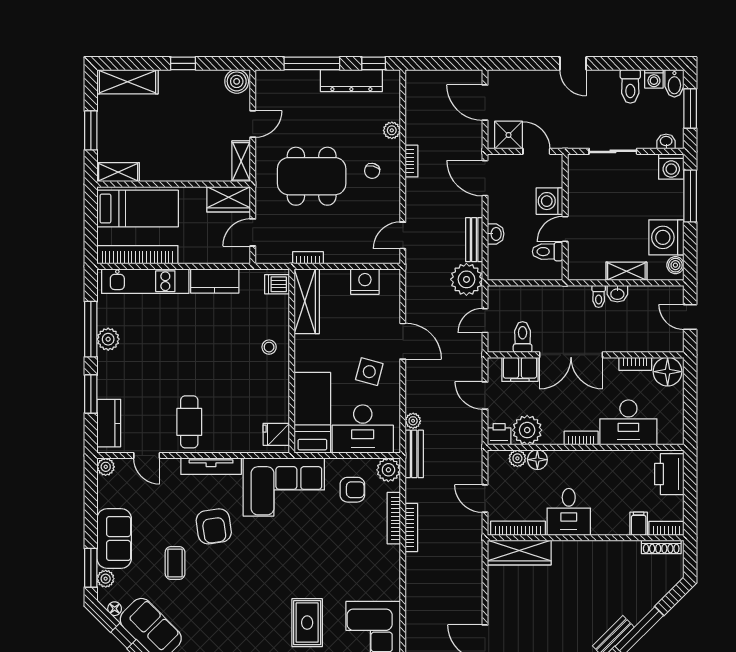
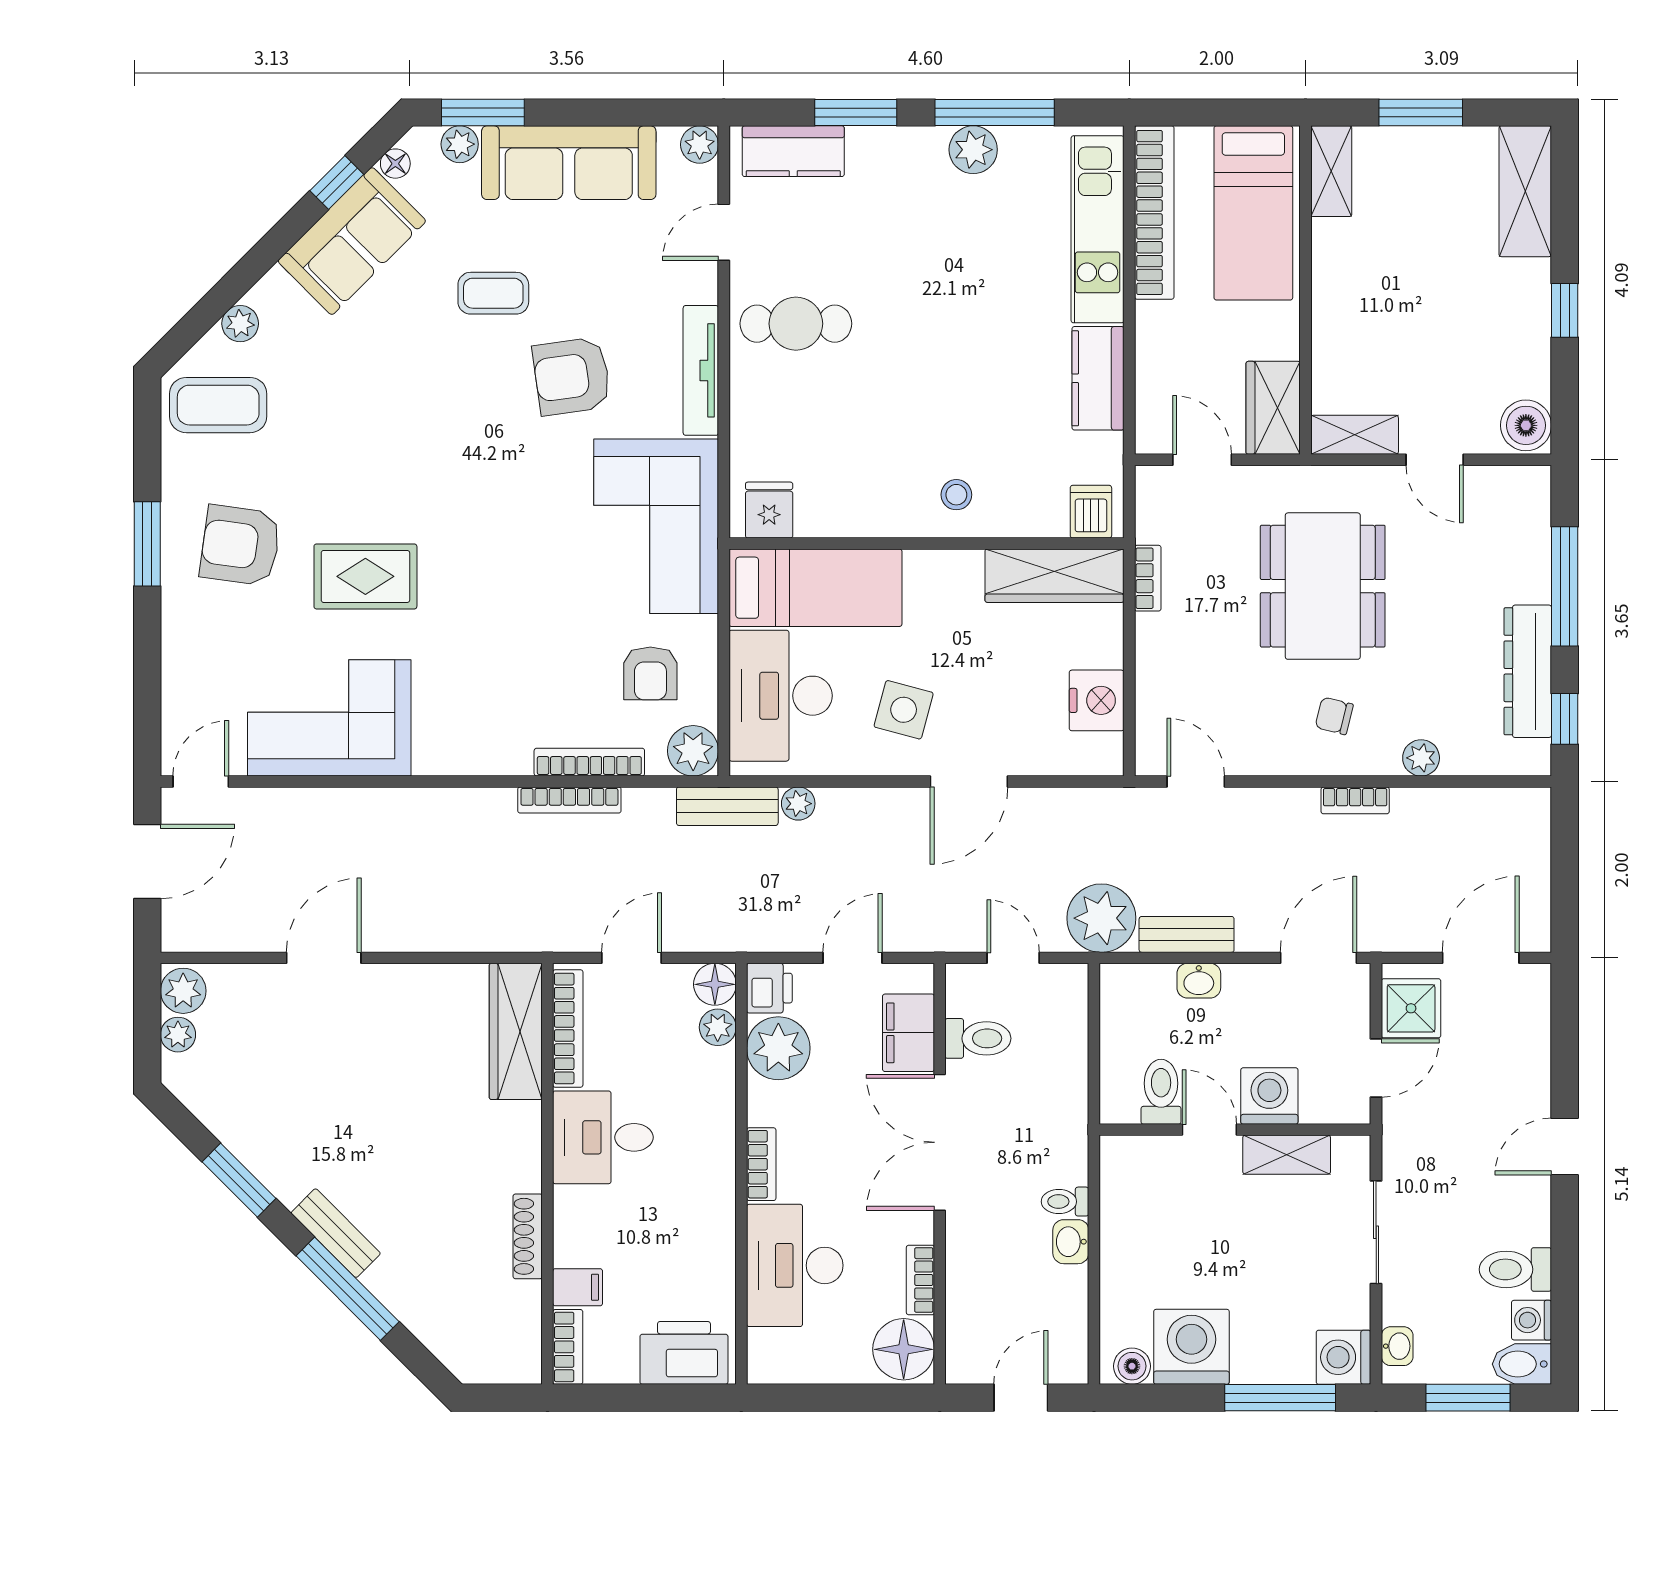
shelving: (626, 271) -> (1287, 1155), moved, turned 90
floor lamp: (537, 460) -> (715, 984), moved
sofa: (114, 539) -> (569, 163), width x1.36
shoe rack: (661, 547) -> (528, 1236), moved

